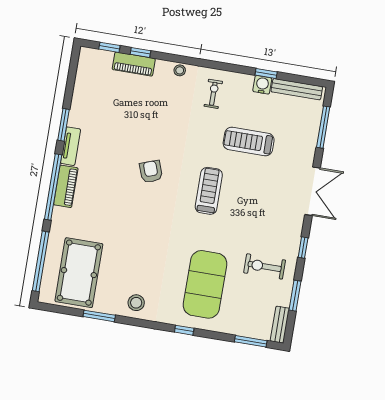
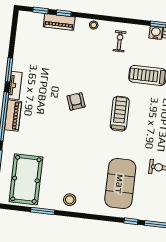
window: (184, 330) -> (131, 221), moved

